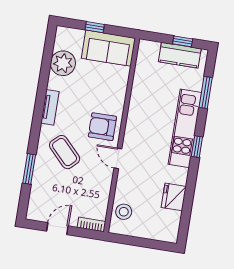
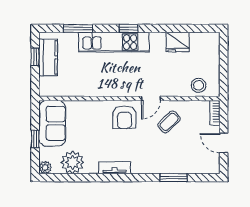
plant: (62, 33) -> (45, 167), added
coffee table: (65, 152) -> (169, 122), moved, width x0.73, depth x0.77

